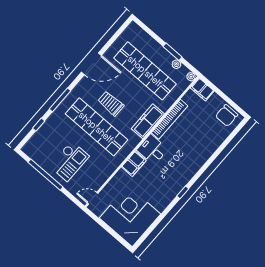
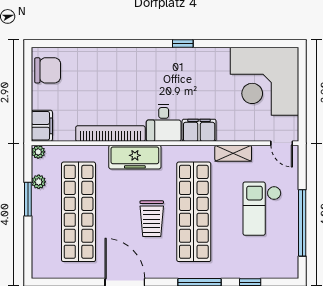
checkout: (69, 161) -> (262, 209), turned -90
shelving: (108, 171) -> (233, 153), added

